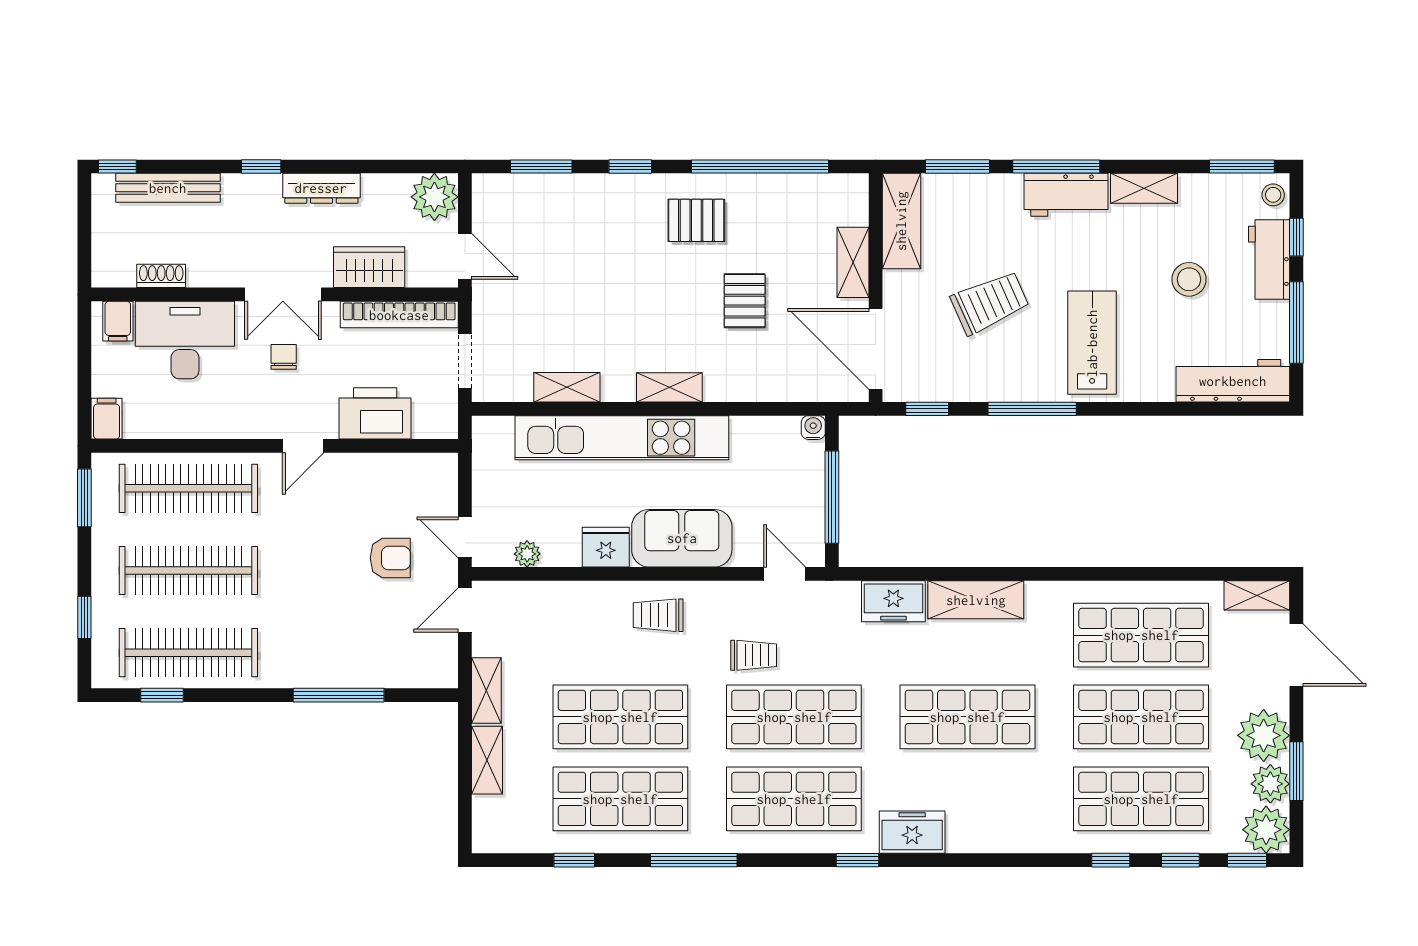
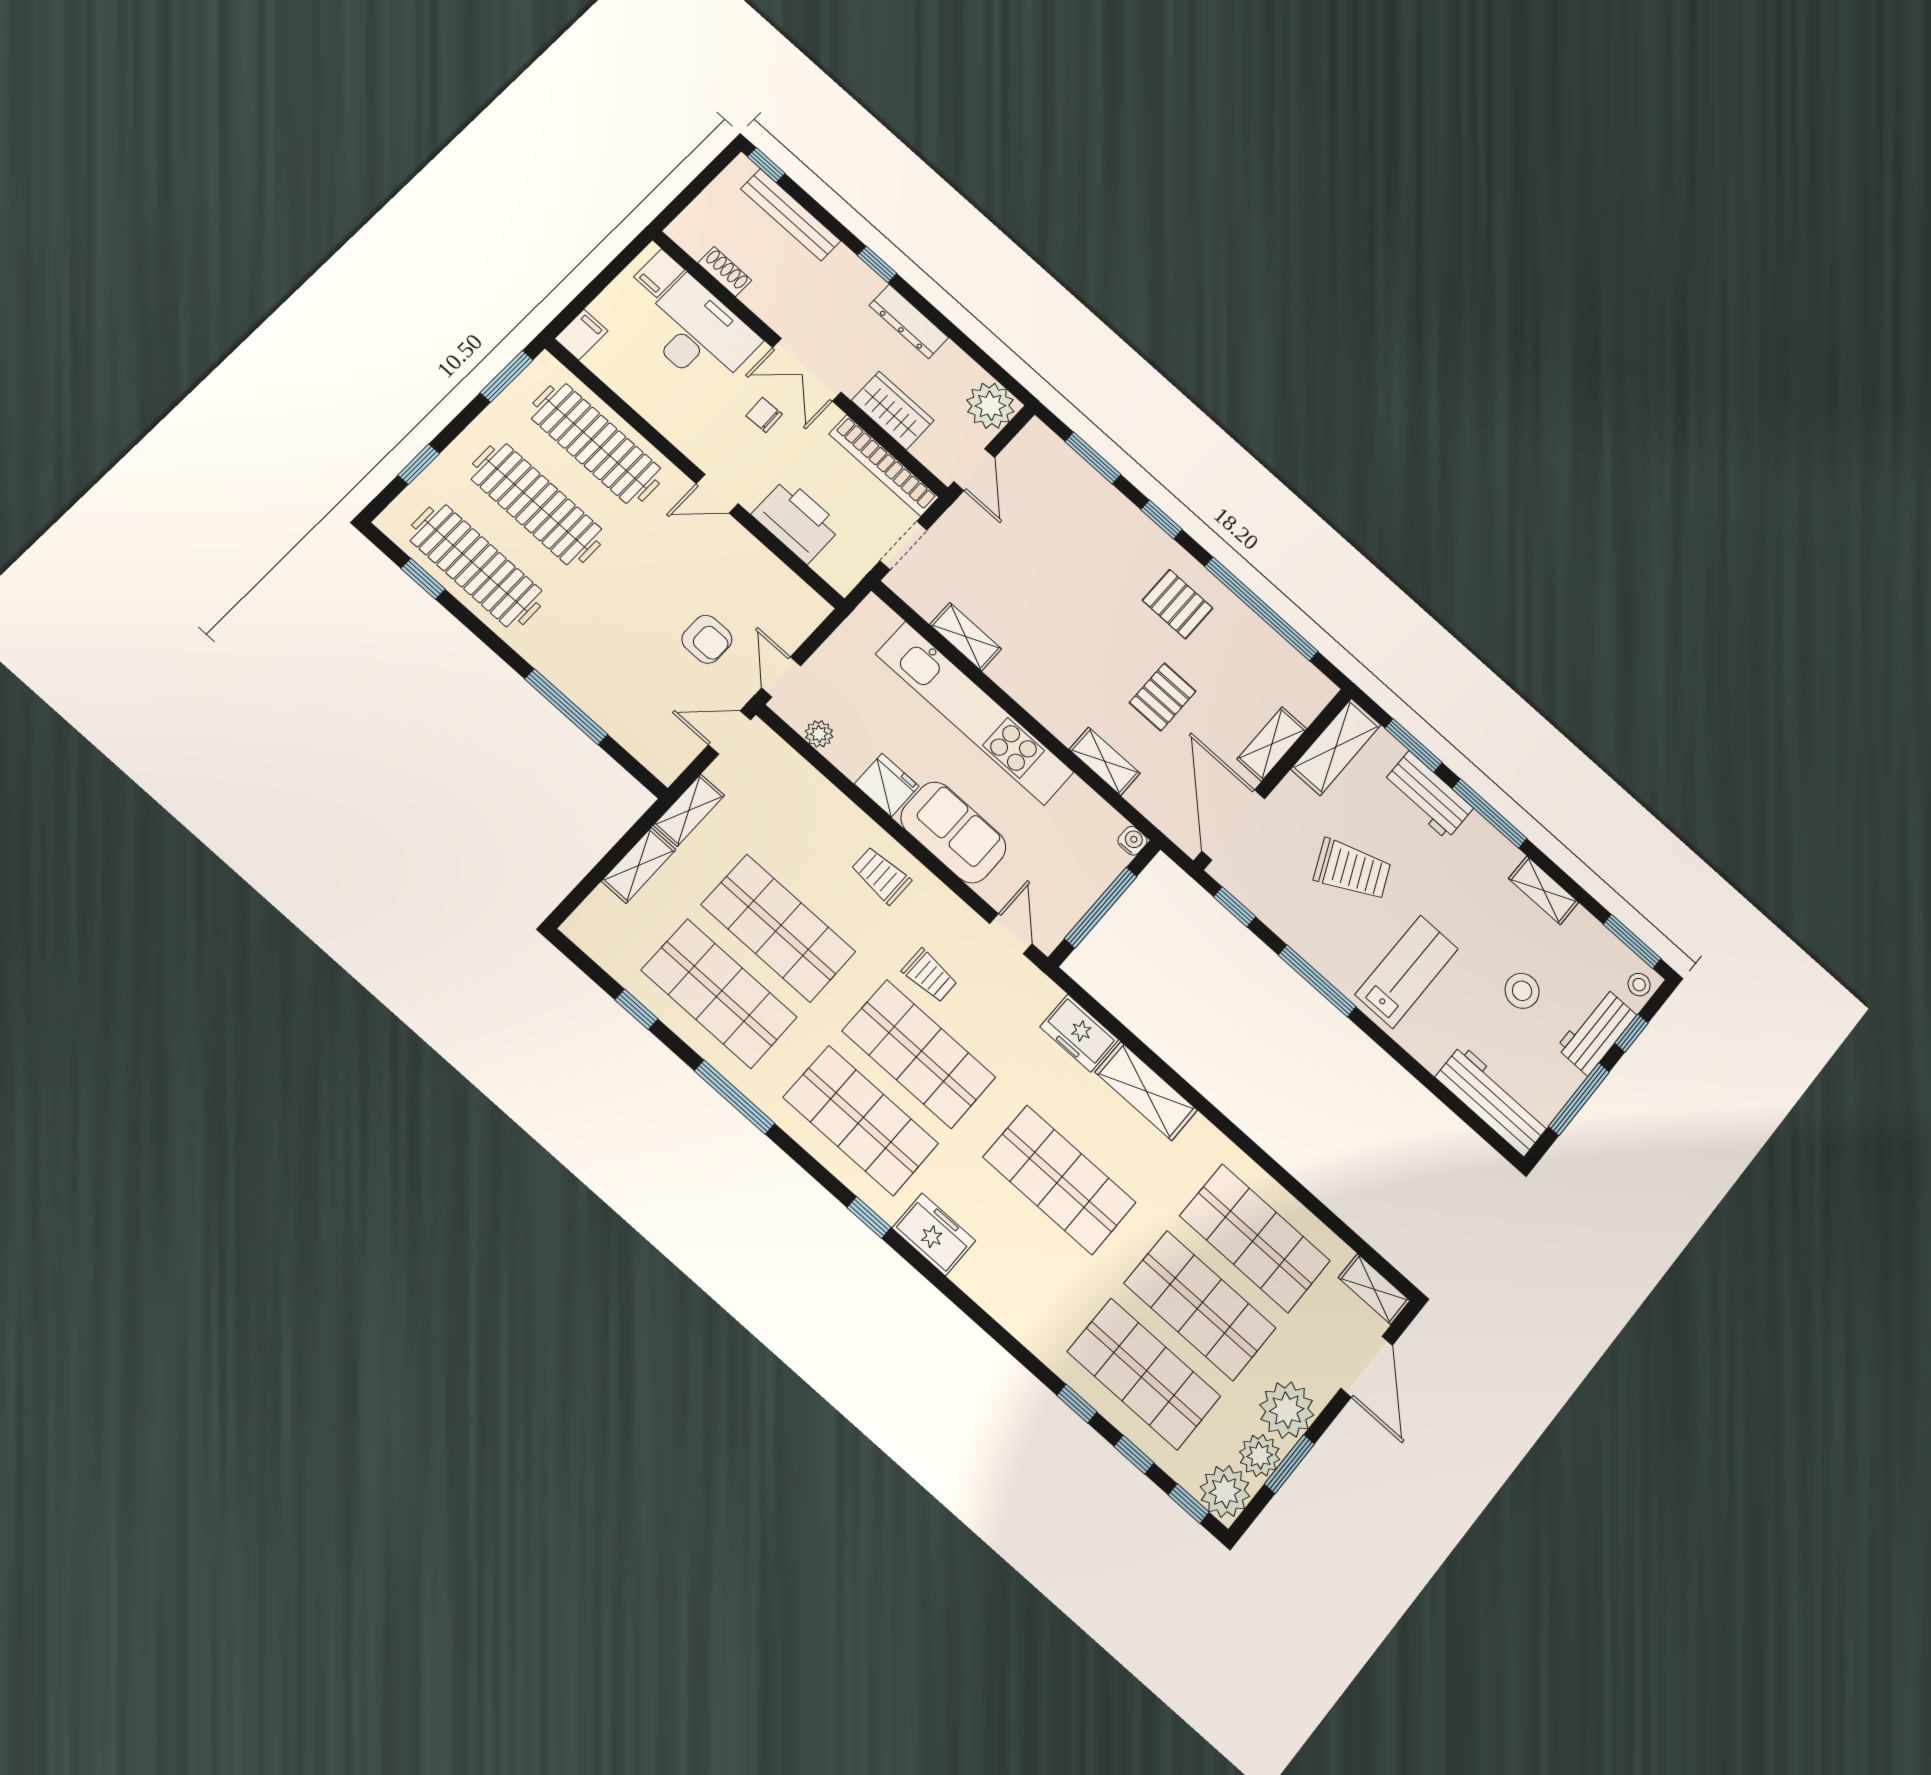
workbench: (1066, 195) -> (1428, 795), moved
chair: (284, 357) -> (764, 415), turned -92
shelving: (669, 387) -> (1105, 761), moved

